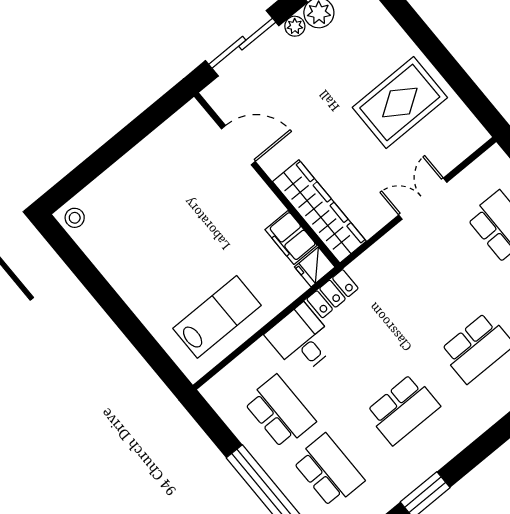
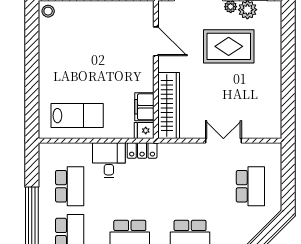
rug: (400, 102) -> (229, 46), moved

